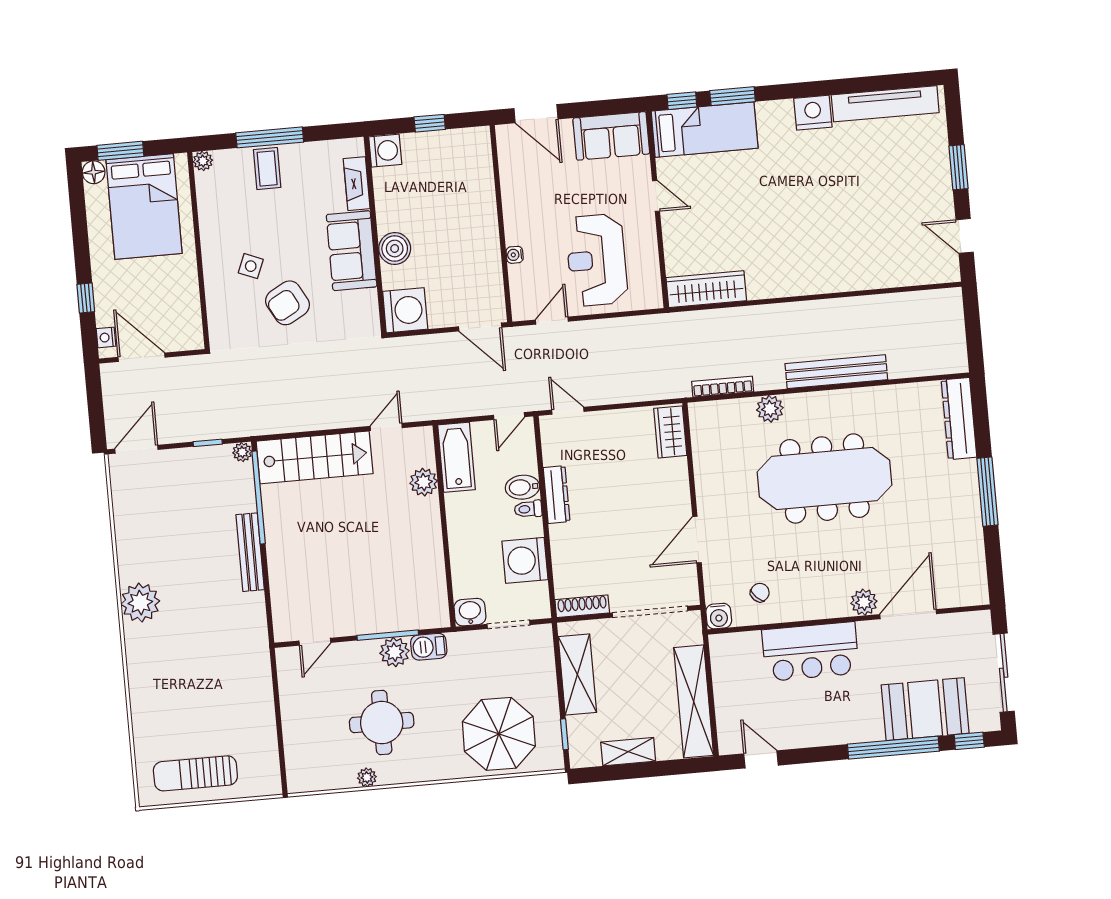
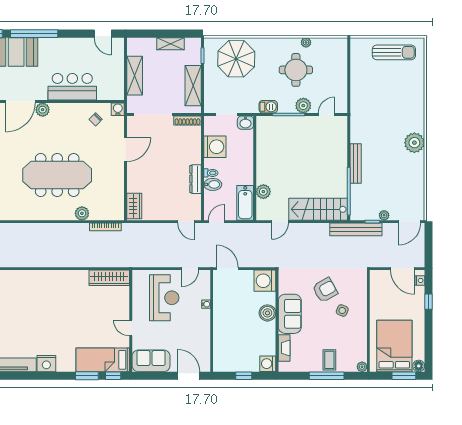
bench: (836, 372) -> (356, 229), moved
plant: (242, 452) -> (384, 215), moved
plant: (395, 652) -> (303, 106), moved
shelving: (694, 701) -> (135, 76), width x0.68

